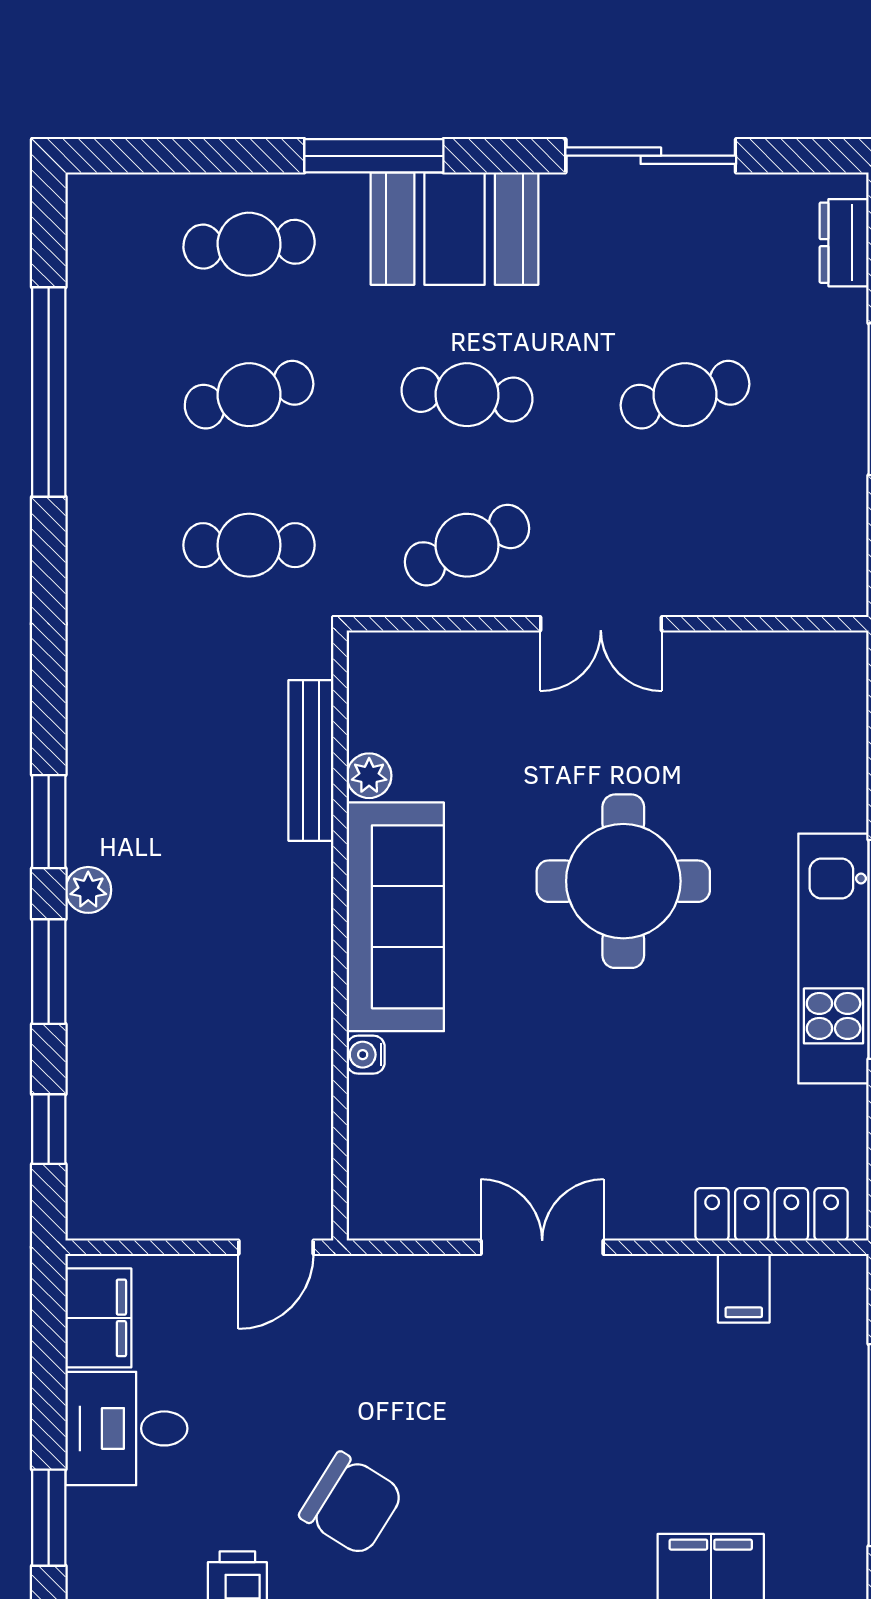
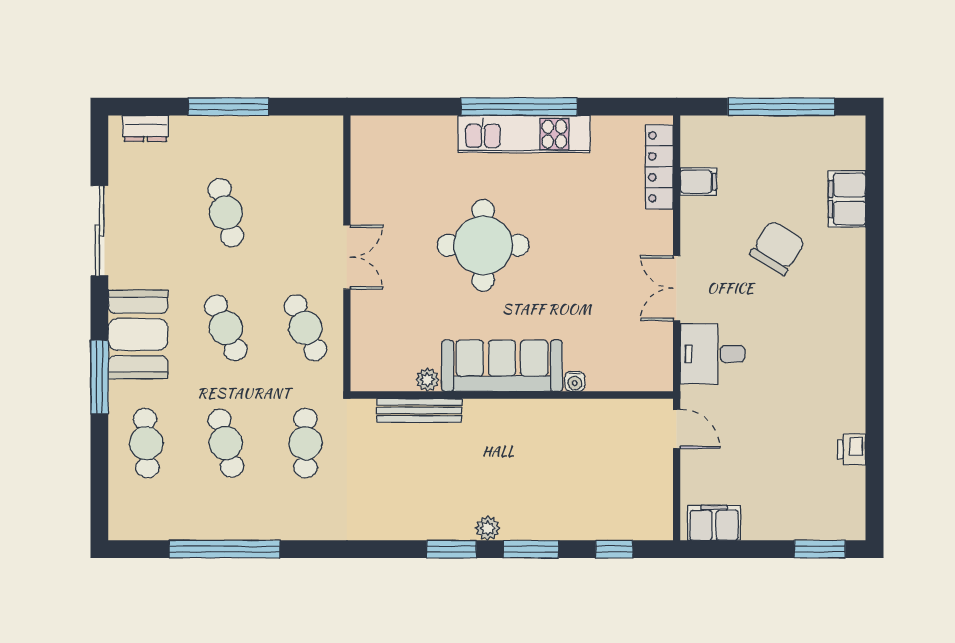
cafe table: (467, 395) -> (226, 328), turned -30
desk: (126, 1428) -> (712, 354), moved, turned 90
chair: (352, 1504) -> (777, 248), moved

